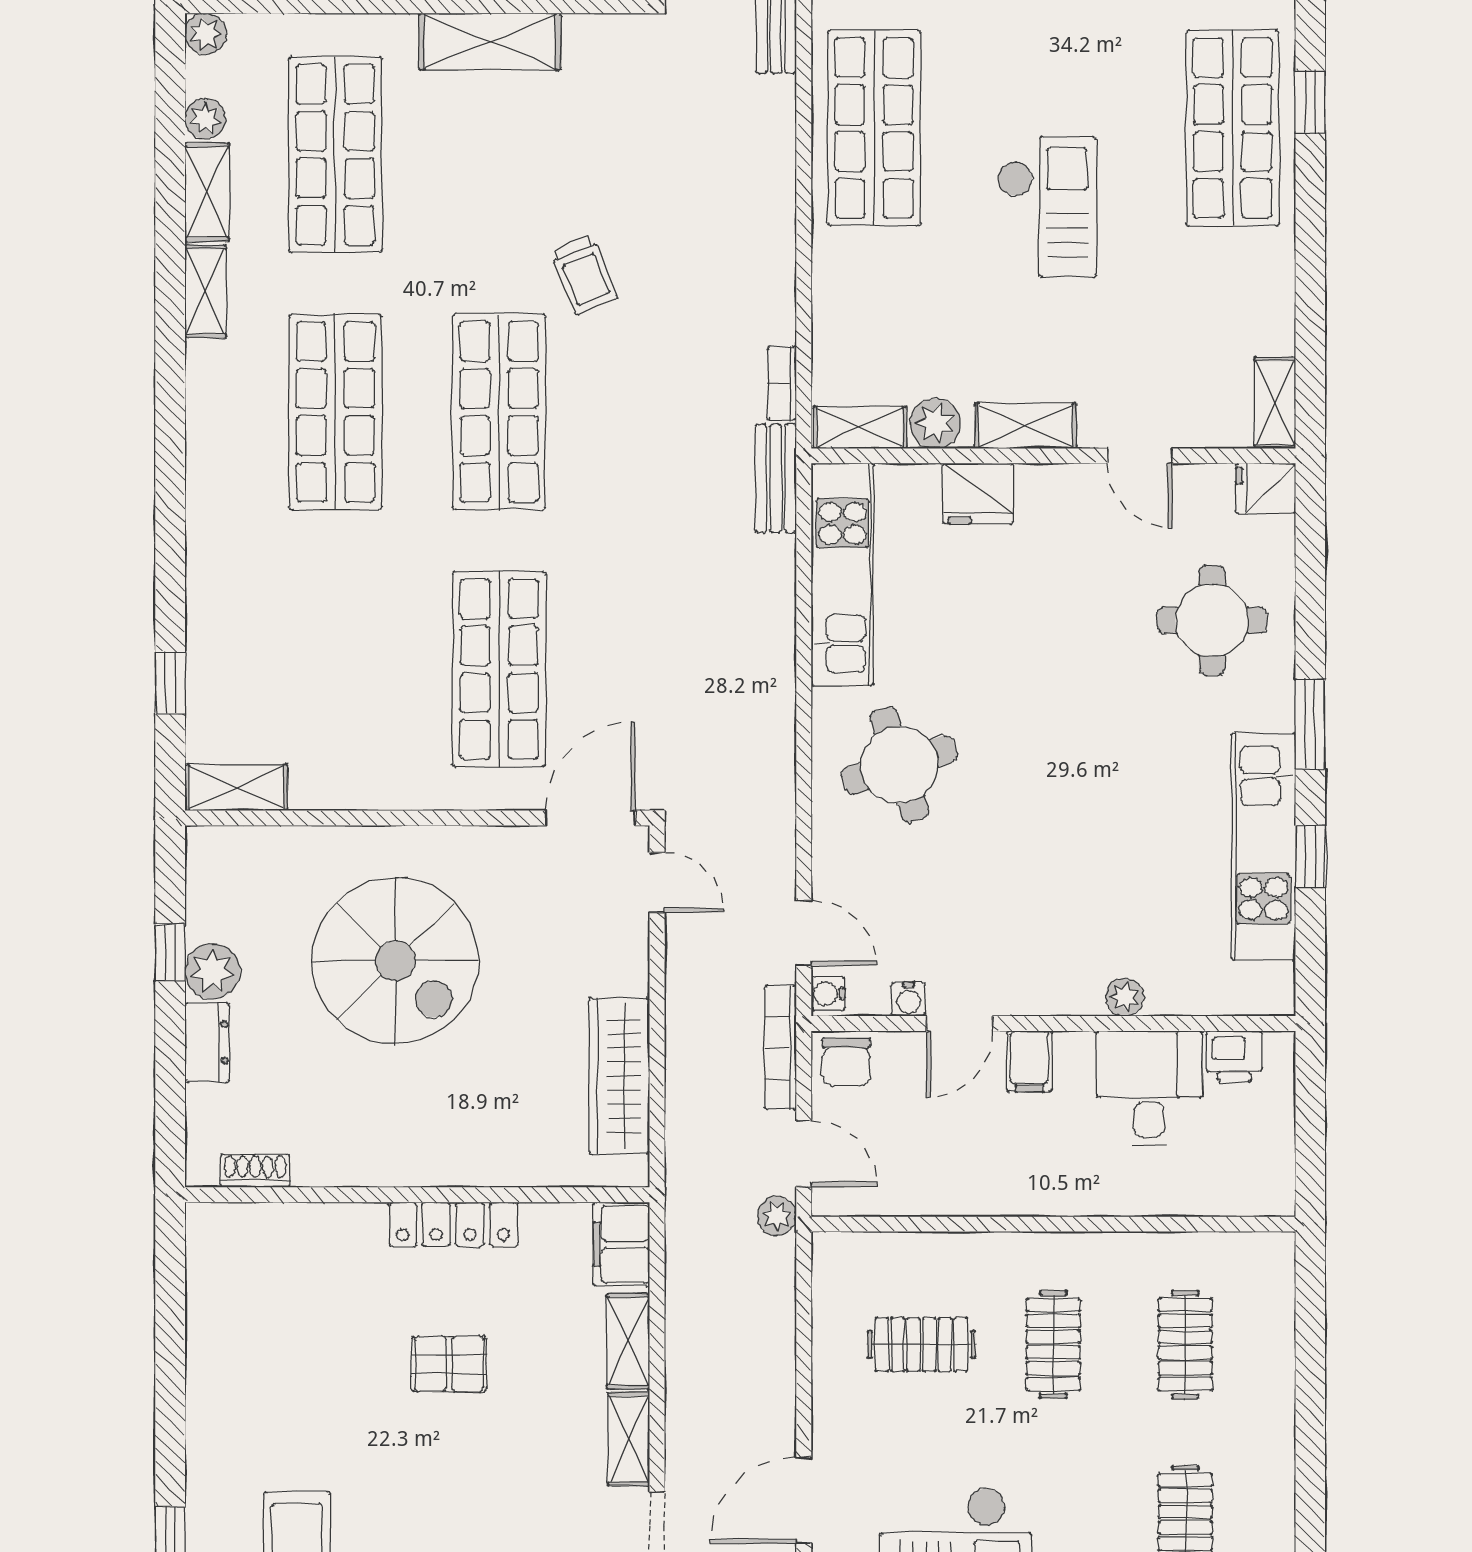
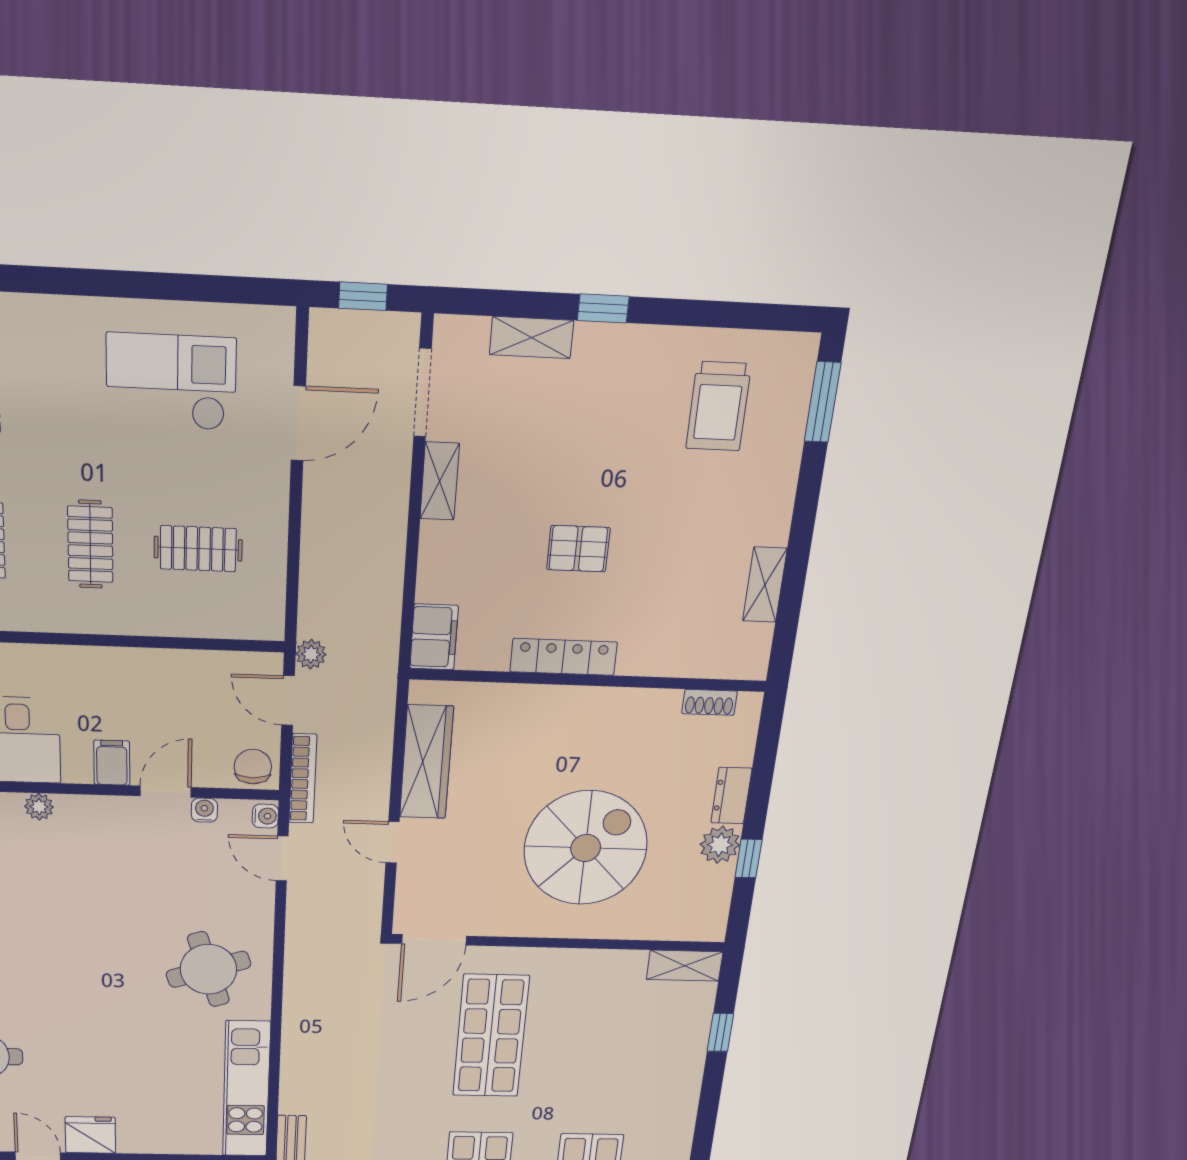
fridge: (978, 494) -> (90, 1135), moved
door: (657, 883) -> (393, 842), moved
spiral stairs: (395, 961) -> (586, 848), turned 90
shelving: (628, 1341) -> (765, 585), moved

